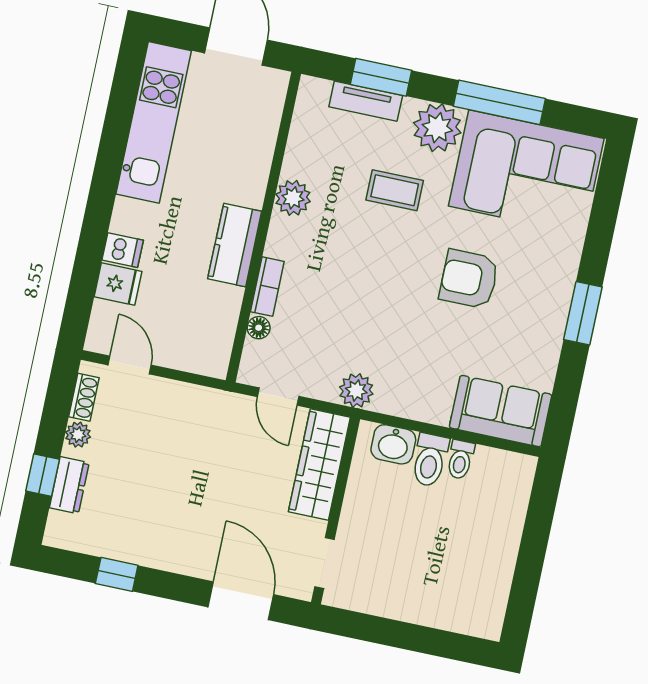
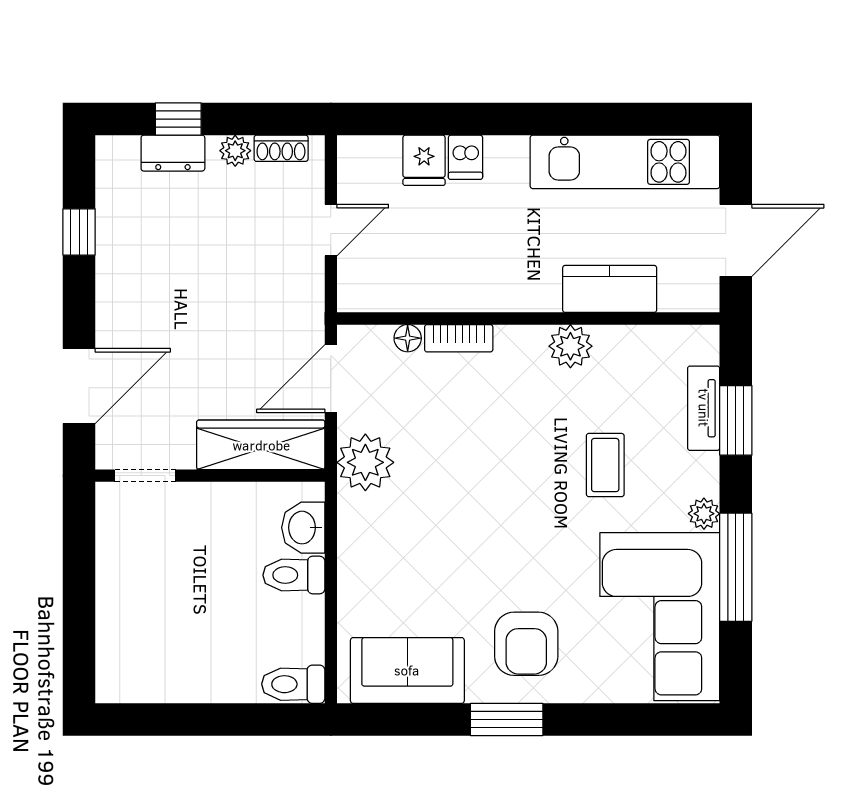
plant: (437, 128) -> (704, 514), width x0.53, depth x0.53
kitchen counter: (235, 245) -> (610, 289), moved
armchair: (469, 279) -> (526, 644), moved, turned 180
door: (130, 365) -> (331, 230), moved
plant: (356, 391) -> (365, 462), width x1.36, depth x1.36
door: (278, 397) -> (331, 379), width x1.38
sofa: (501, 411) -> (407, 670), moved, turned -90
toilet: (460, 460) -> (293, 684), moved, width x1.37, depth x1.39

